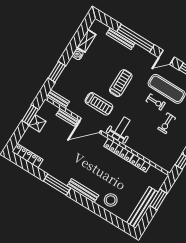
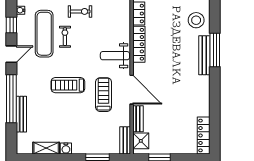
door: (166, 57) -> (11, 54), hinge flipped
shower: (37, 123) -> (141, 141), moved
window: (57, 185) -> (215, 50), moved

